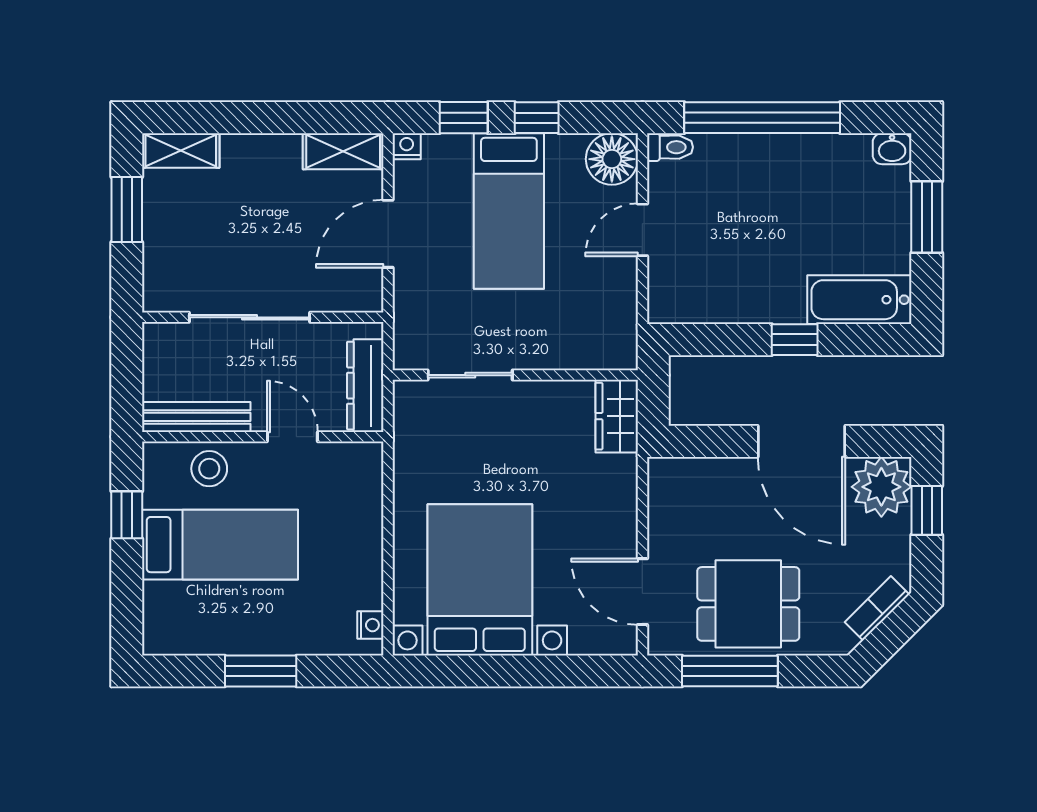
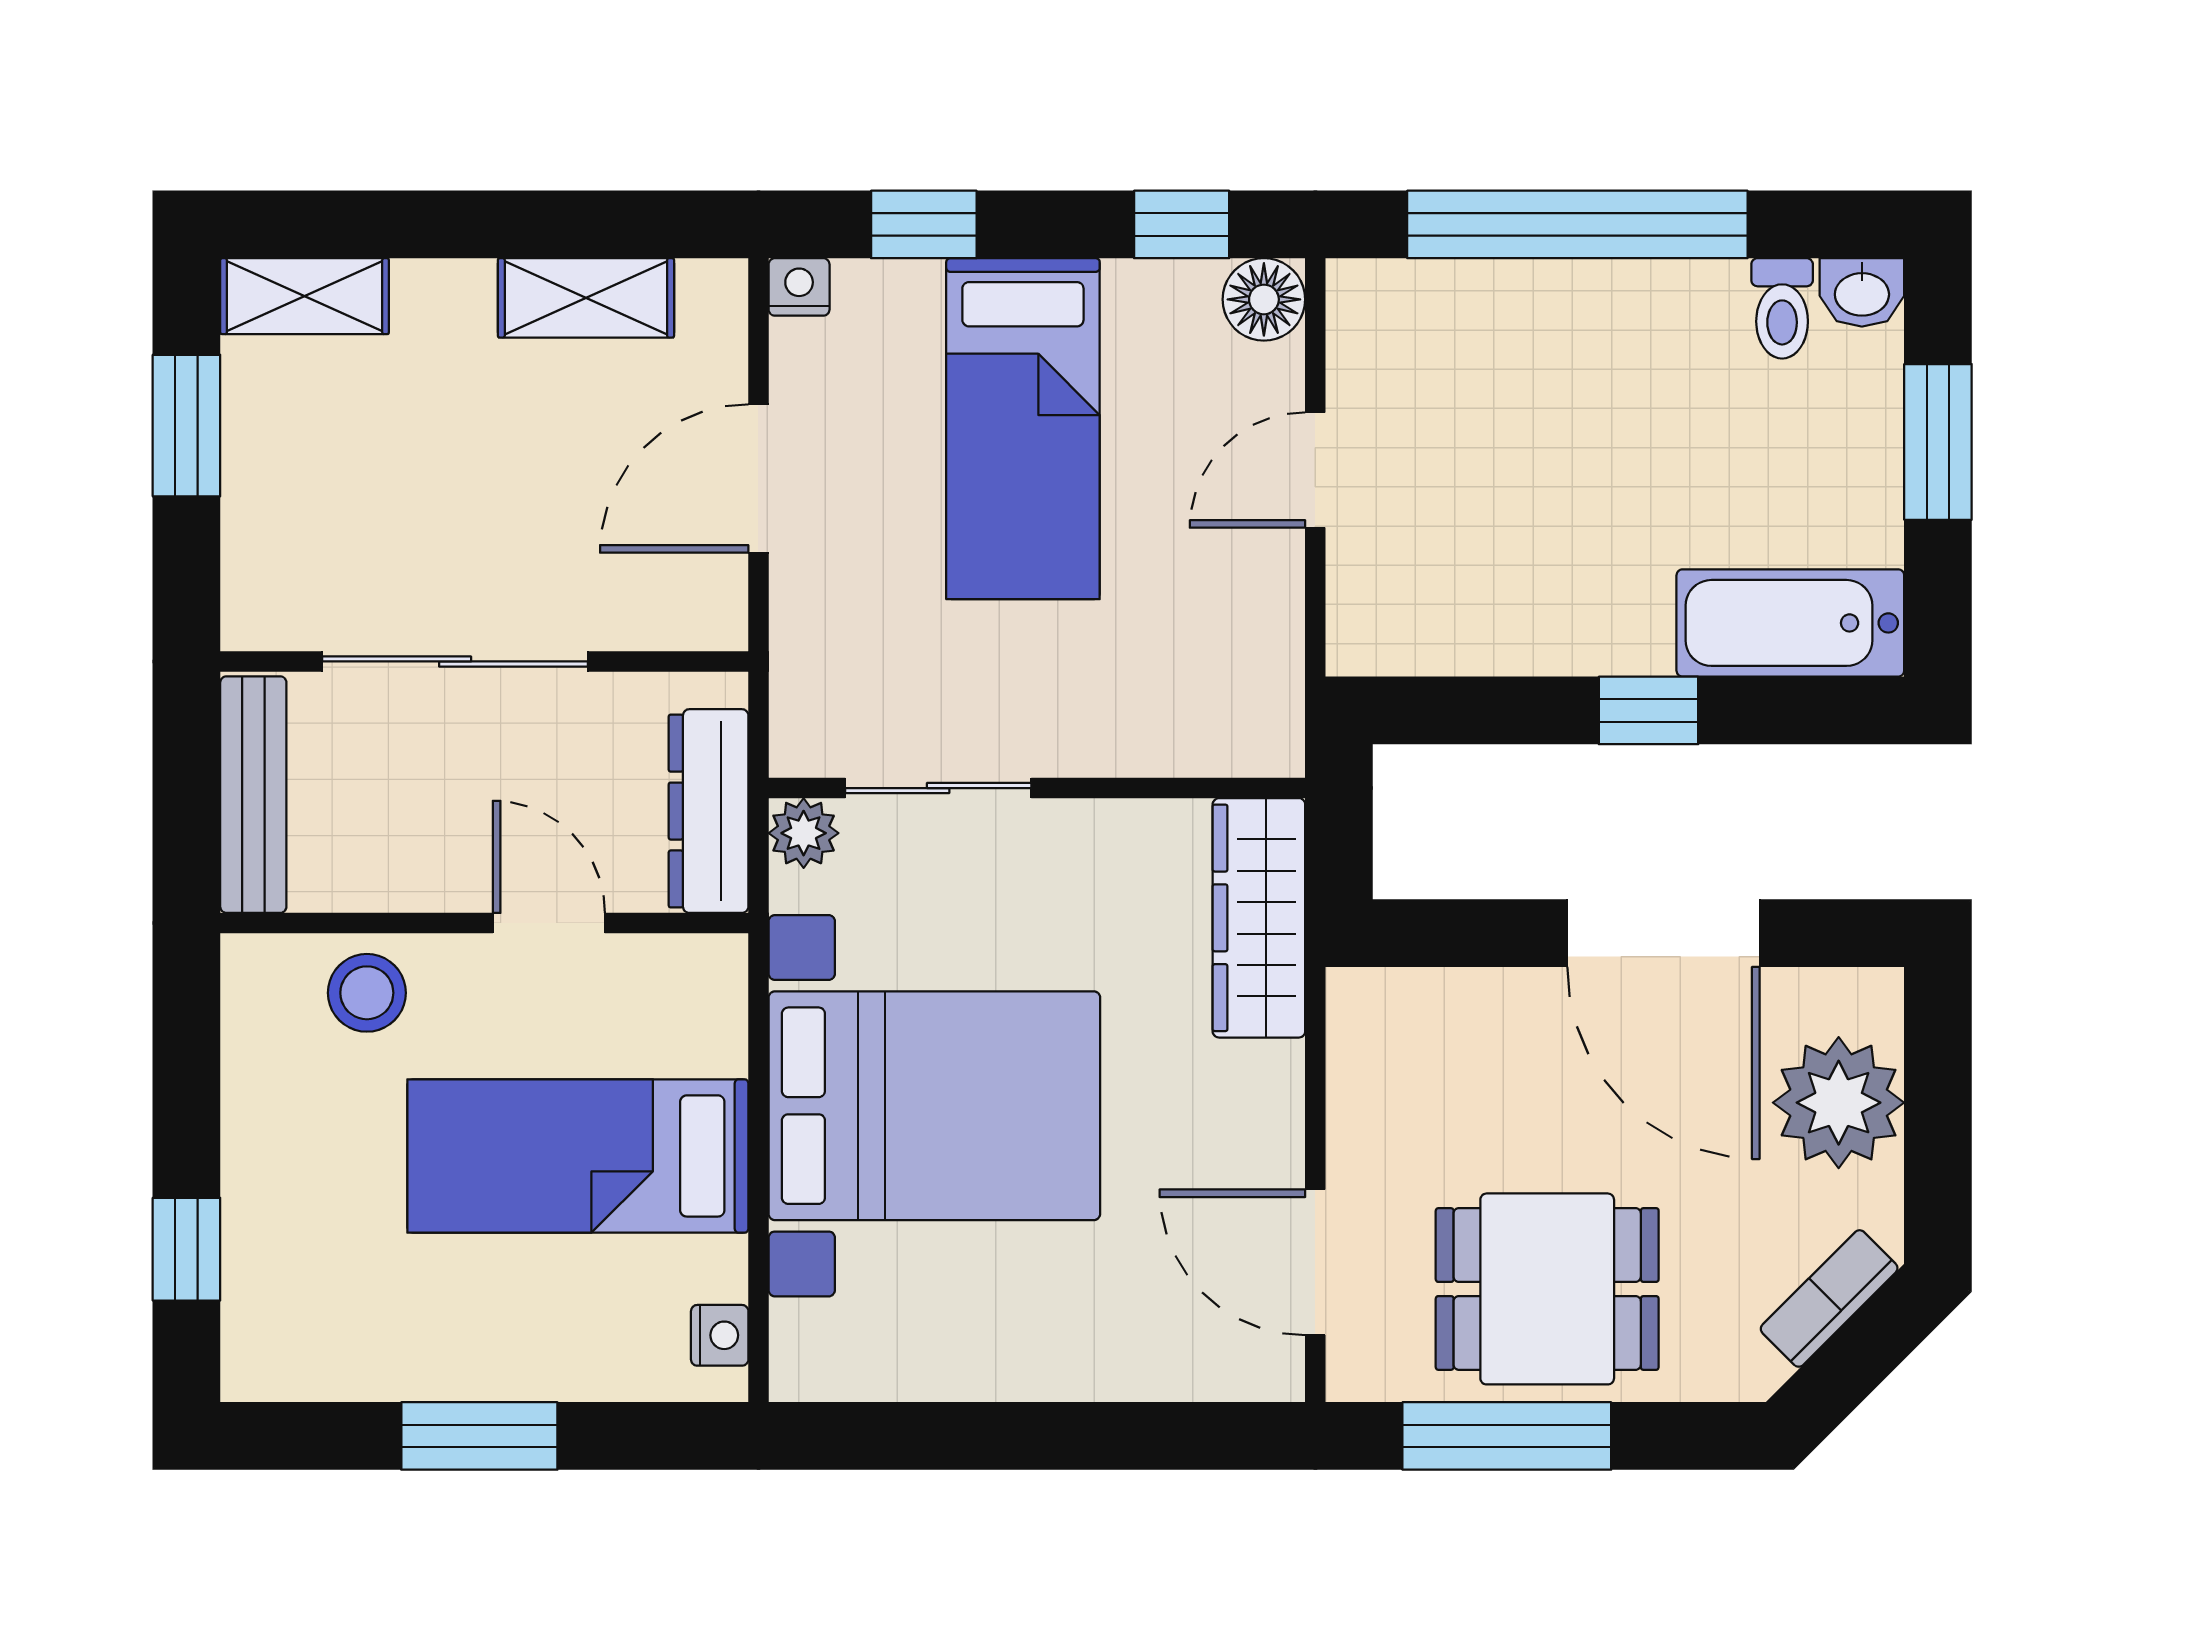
window: (537, 118) -> (1182, 224), moved
toilet: (670, 147) -> (1782, 308), moved, turned 90
shelving: (343, 151) -> (586, 298), moved
floor lamp: (612, 159) -> (1264, 299), width x0.73, depth x0.73
plant: (409, 396) -> (804, 833), added
wardrobe: (617, 416) -> (1259, 918), width x1.50
bench: (196, 417) -> (253, 795), moved, turned 90
plant: (881, 487) -> (1839, 1103), moved
window: (927, 510) -> (1938, 1084), removed
window: (127, 515) -> (186, 1249), moved
bed: (220, 545) -> (578, 1156), moved, turned 180
bed with nightstands: (480, 580) -> (934, 1106), moved, turned 90

